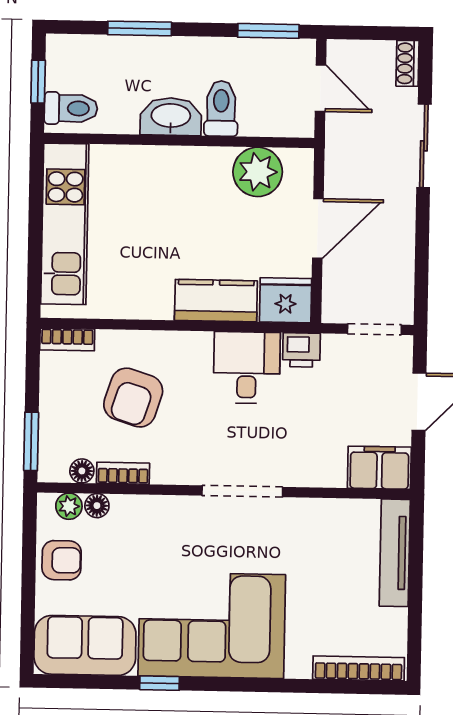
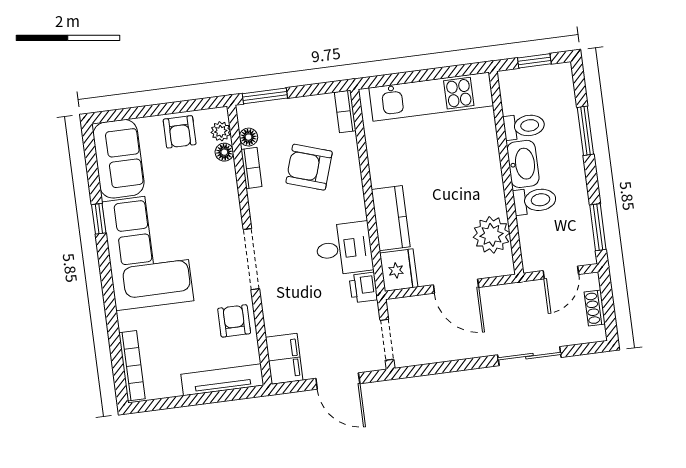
shoe rack: (408, 63) -> (595, 308), moved, turned -90
toilet: (71, 108) -> (524, 126), moved, turned -90
armchair: (320, 526) -> (234, 321), added

